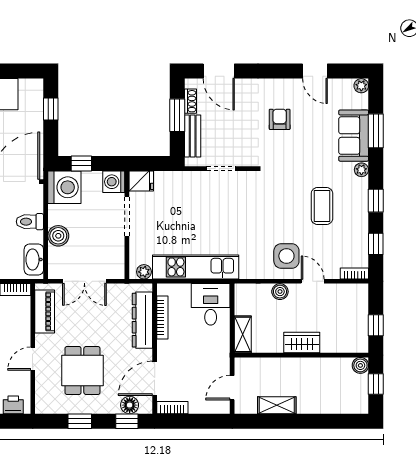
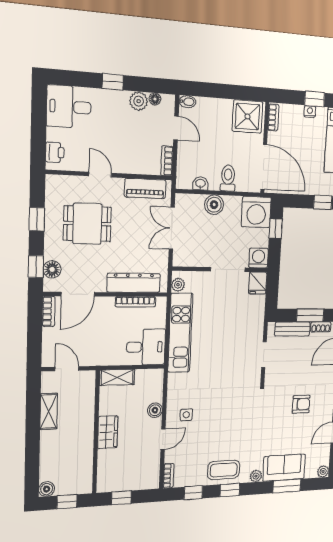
coffee table: (322, 206) -> (224, 470), moved
side table: (286, 256) -> (186, 415), width x0.54, depth x0.54
washbasin: (34, 260) -> (200, 183), width x0.52, depth x0.69
boiler: (360, 365) -> (47, 489), moved
door: (155, 378) -> (78, 294), swing flipped

